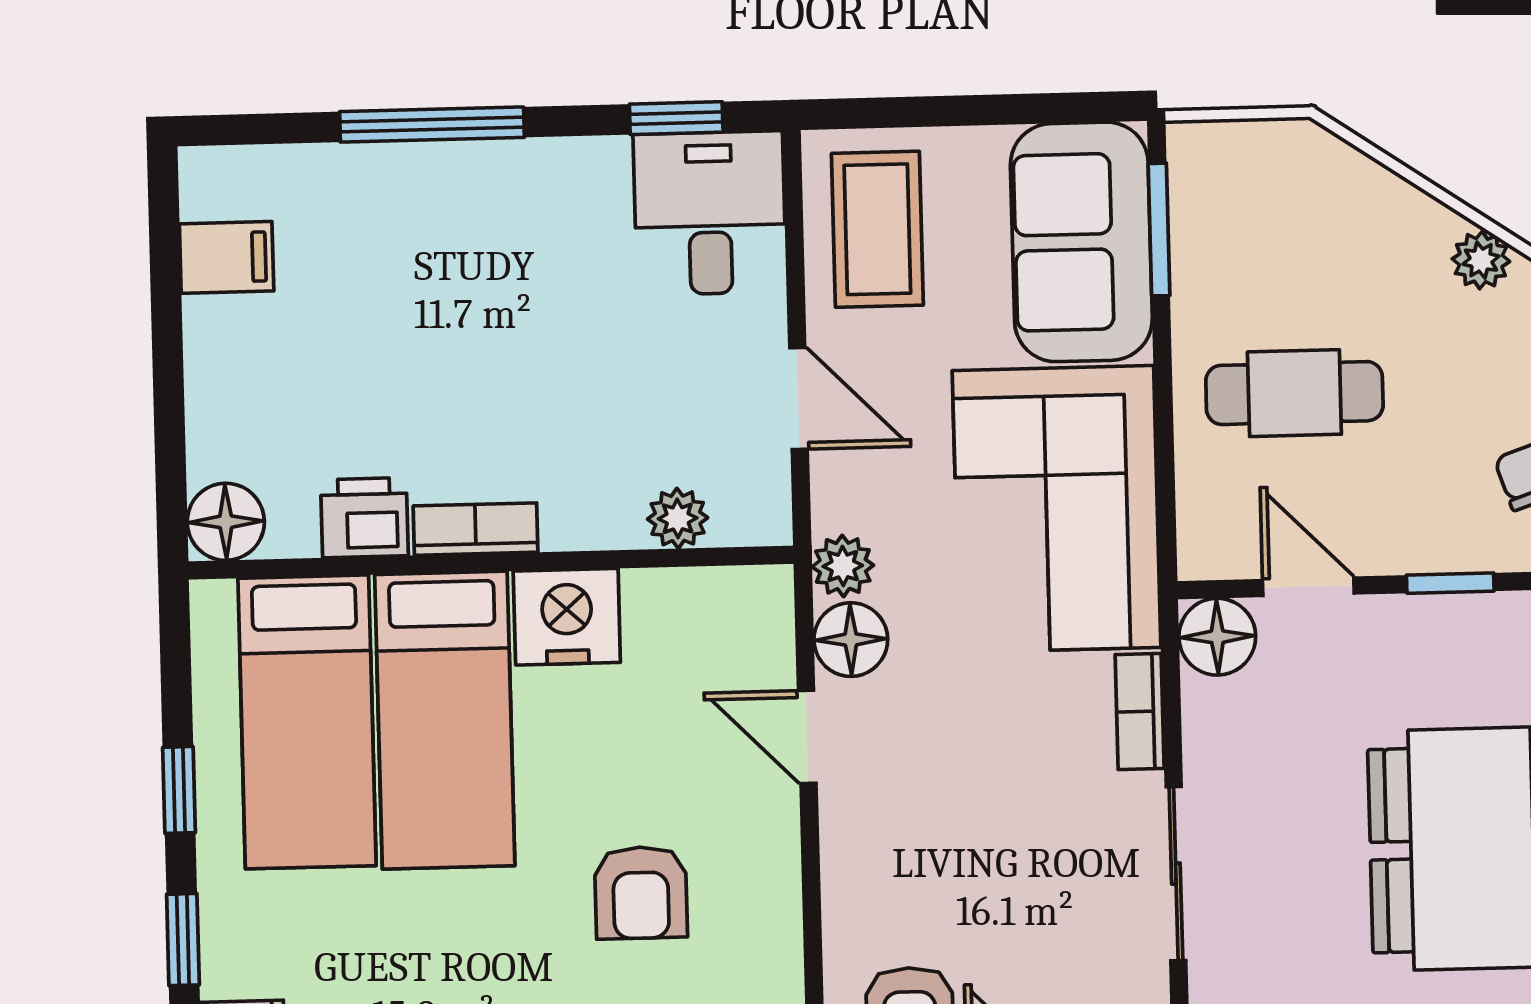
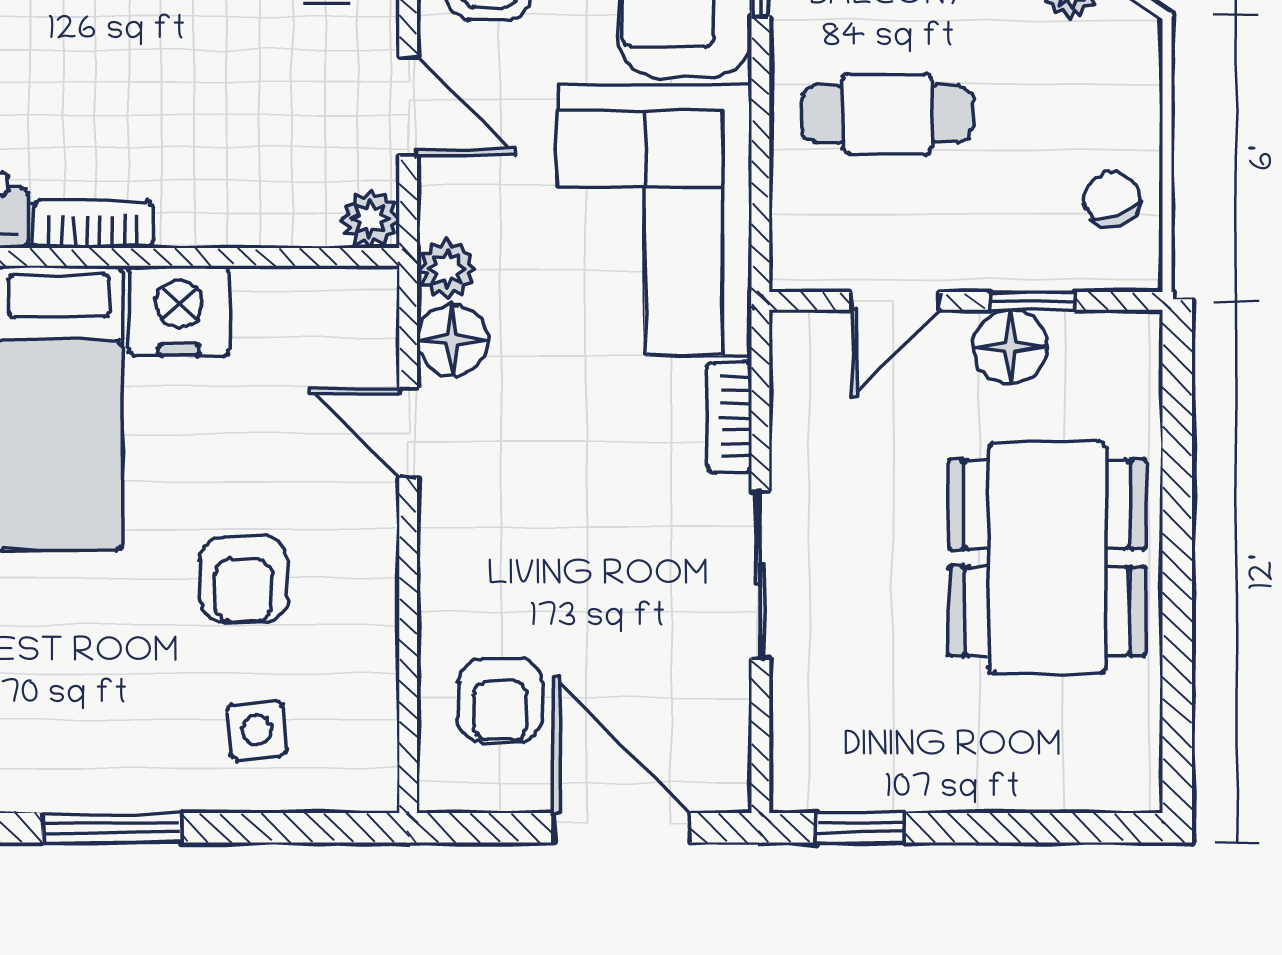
plant: (678, 518) -> (370, 219), moved
door: (1308, 587) -> (895, 301), swing flipped
floor lamp: (1217, 637) -> (1010, 347), moved

